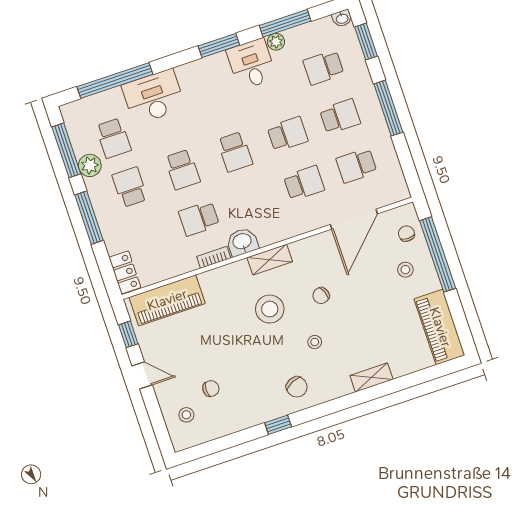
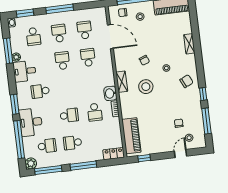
window: (219, 46) -> (15, 104), moved
school desk: (235, 152) -> (40, 91), moved, turned 180
plant: (90, 165) -> (31, 163), moved
school desk: (356, 165) -> (84, 30), turned 180
door: (142, 375) -> (181, 154), moved
window: (226, 442) -> (206, 121), added

